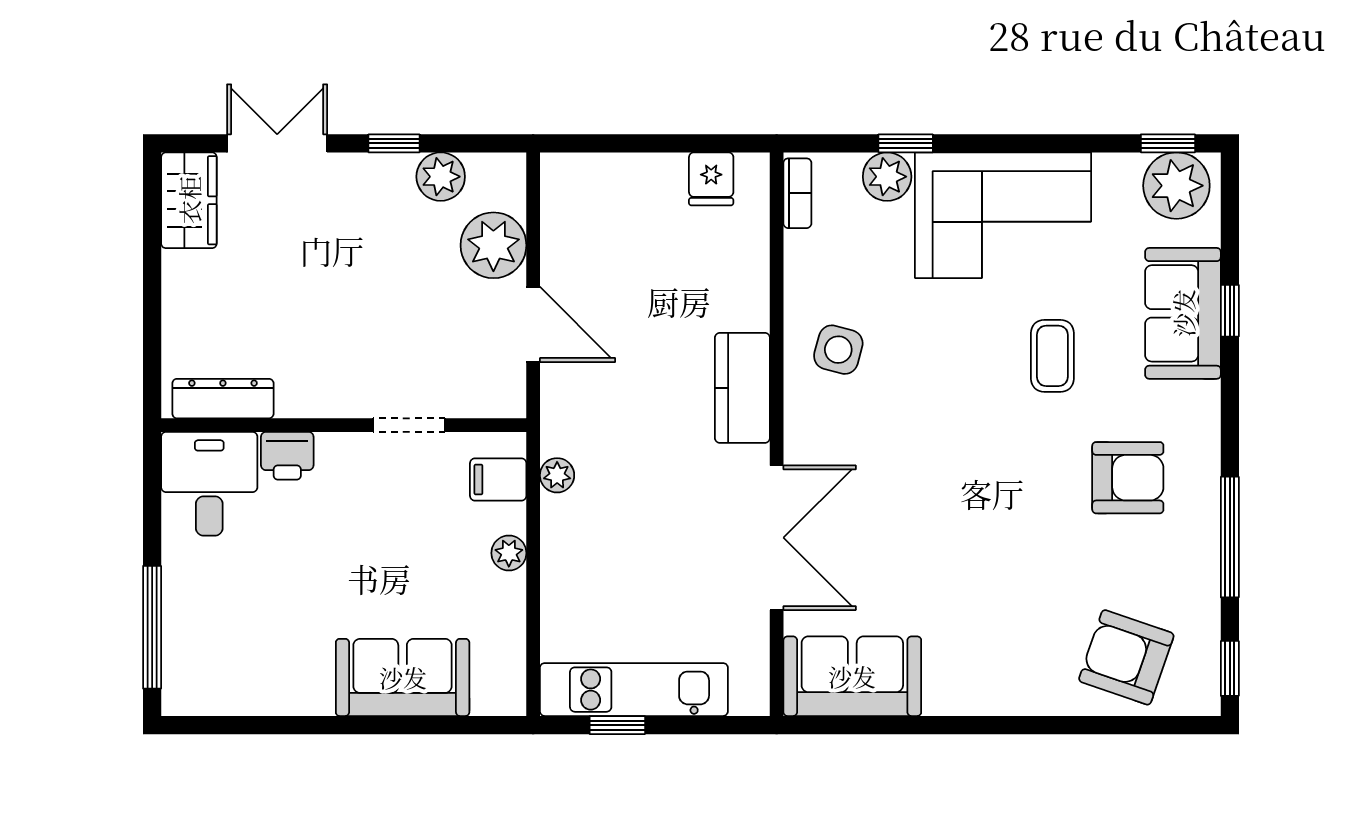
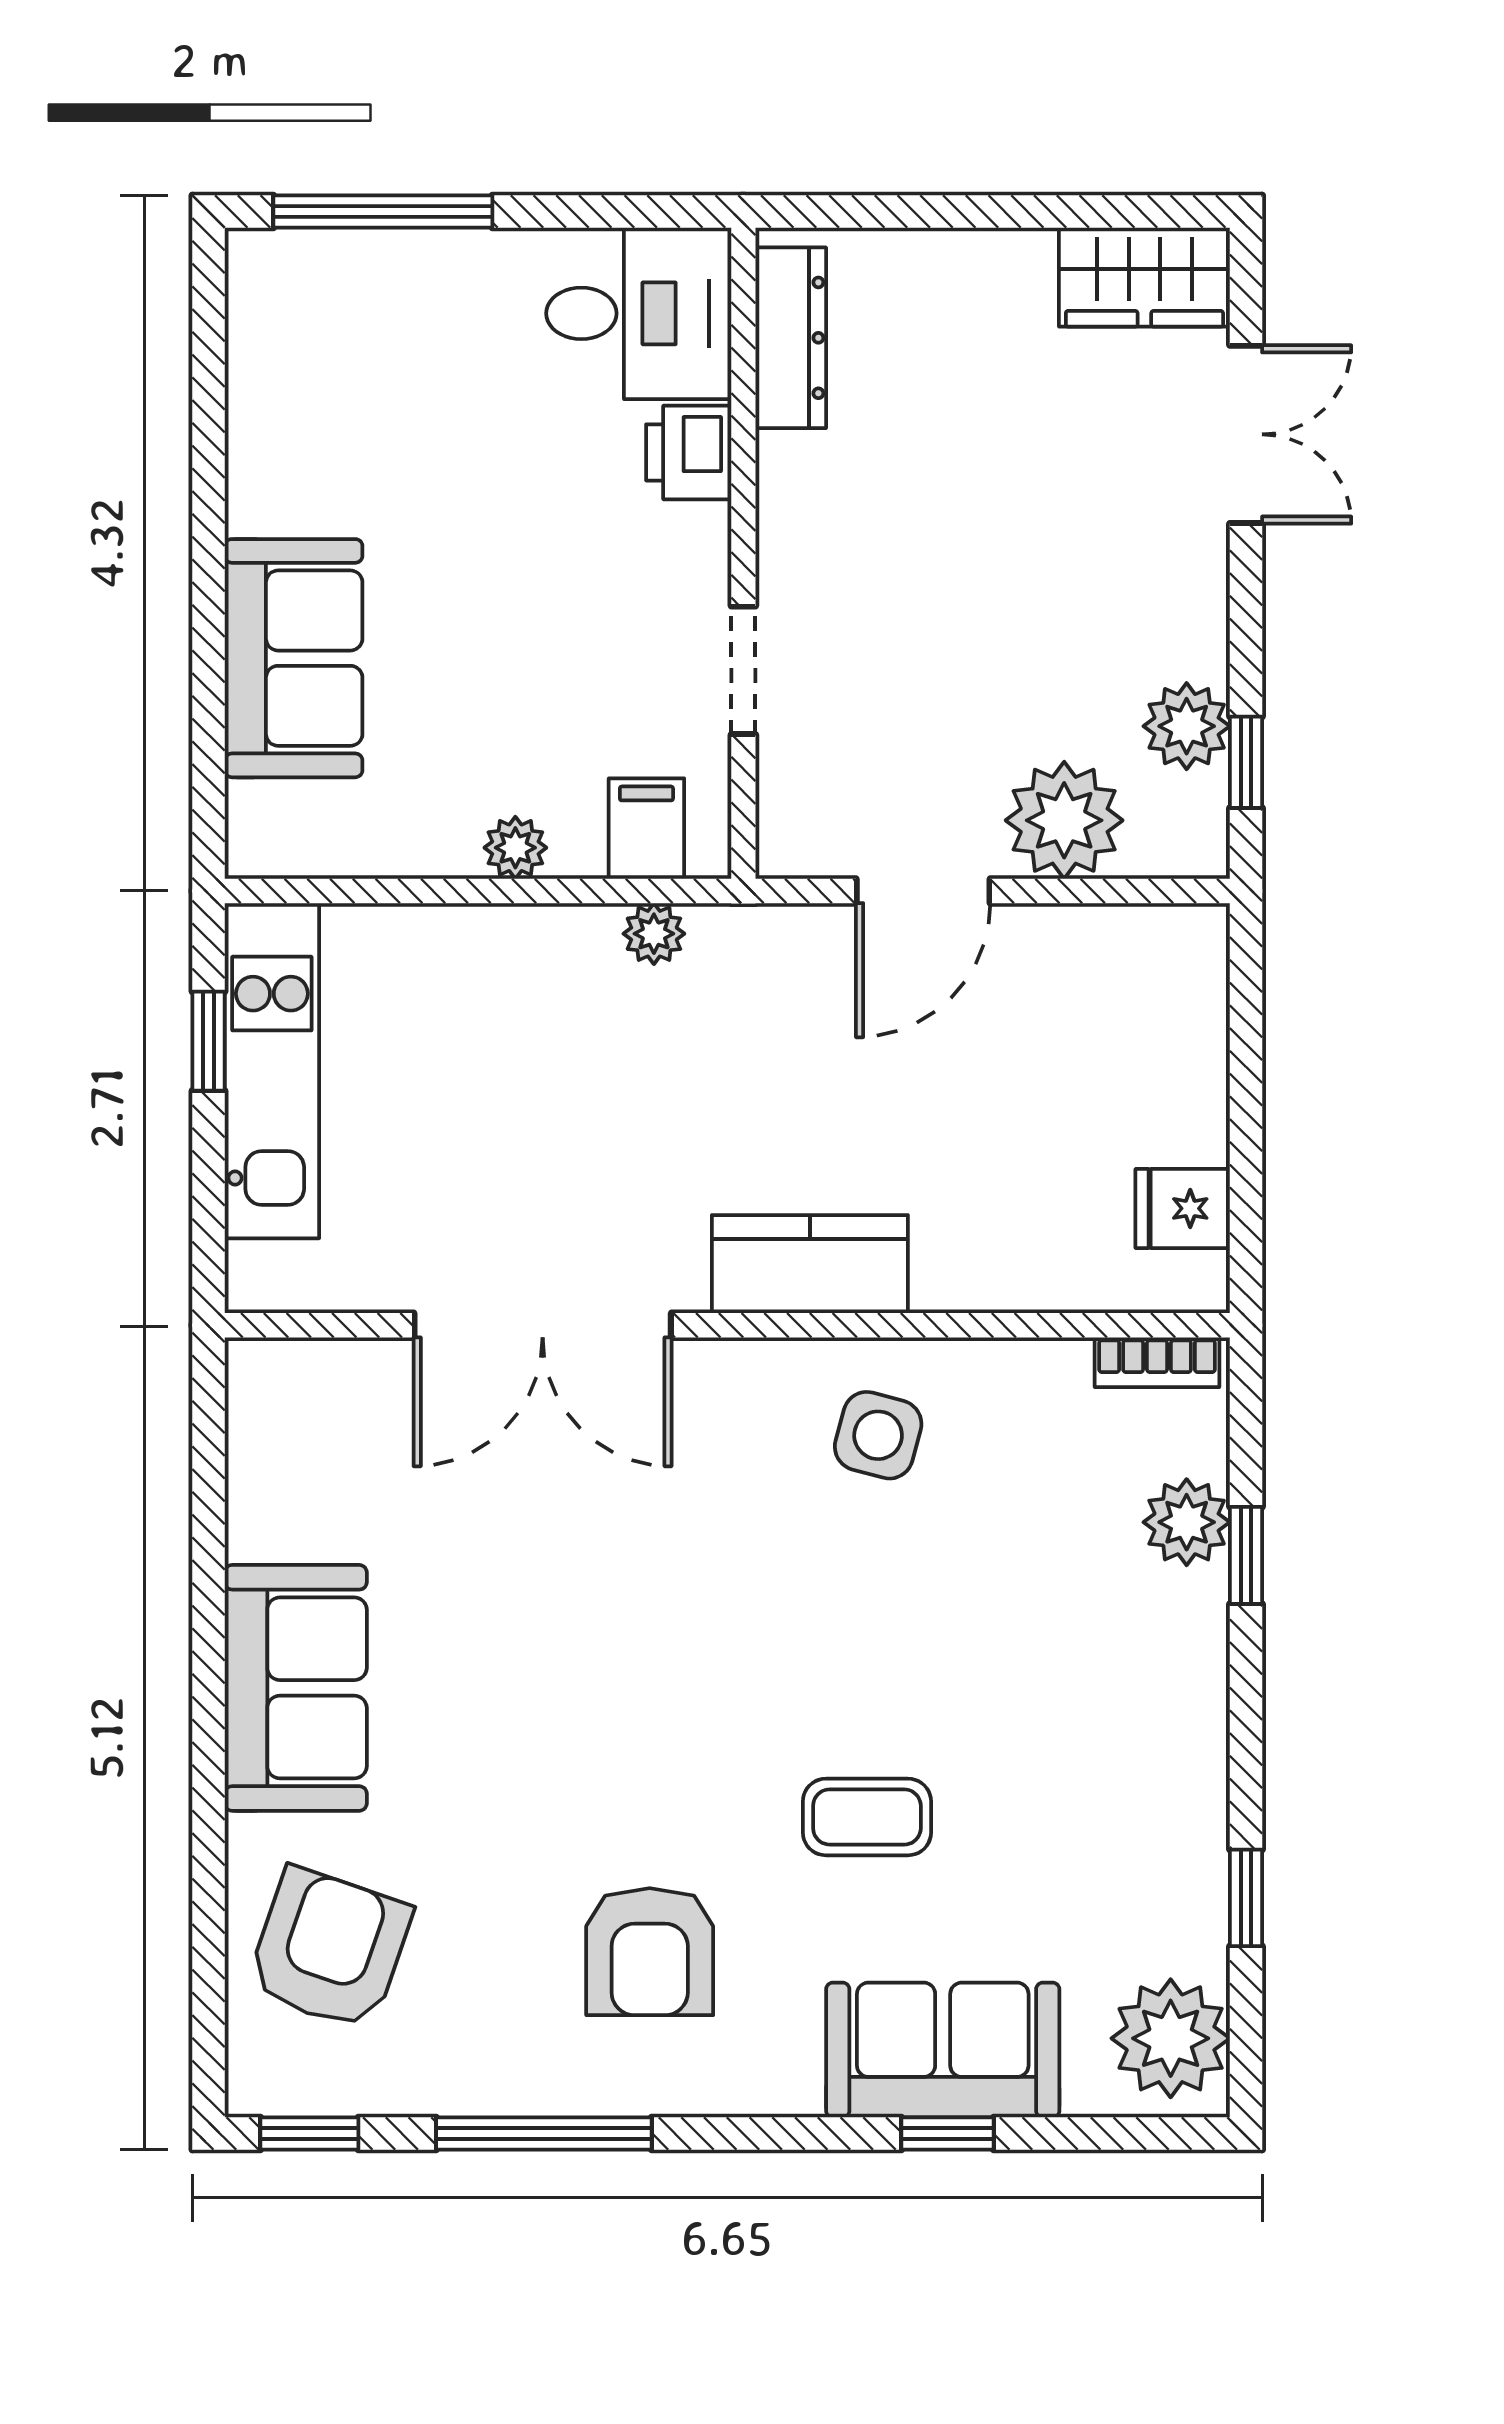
window: (394, 143) -> (1246, 762), moved
window: (1168, 143) -> (1246, 1898), moved
corner sofa: (1003, 215) -> (1118, 1729), removed
sofa: (852, 676) -> (296, 1688), moved

